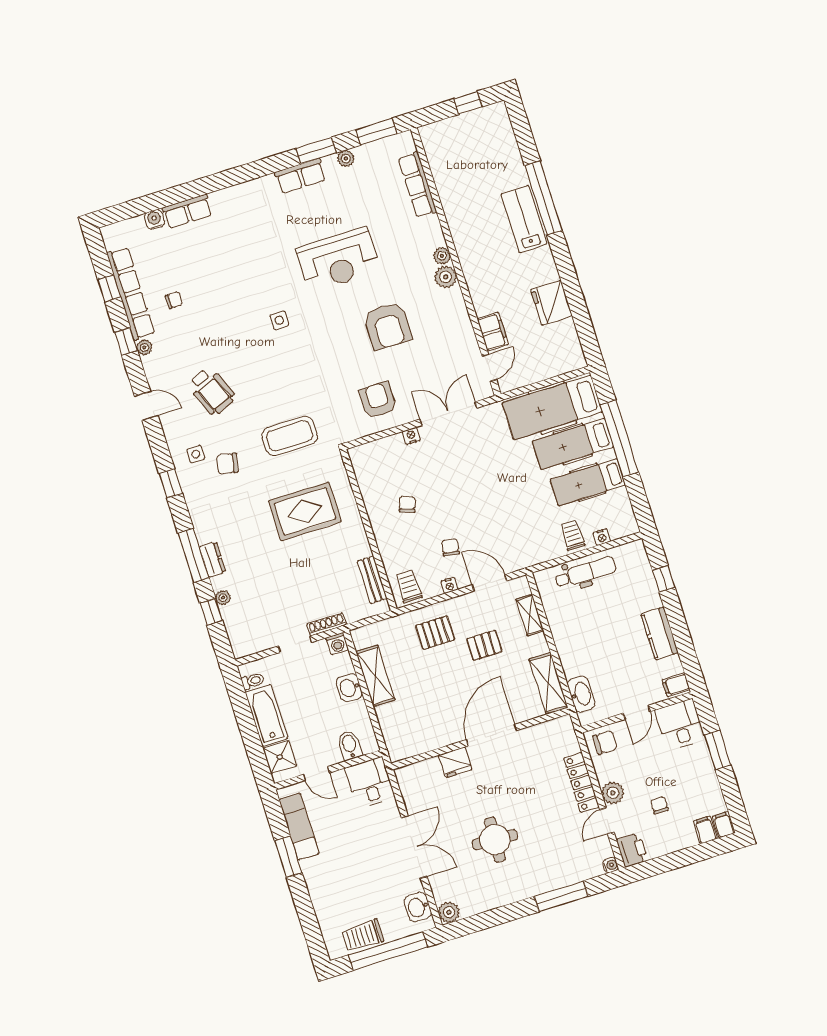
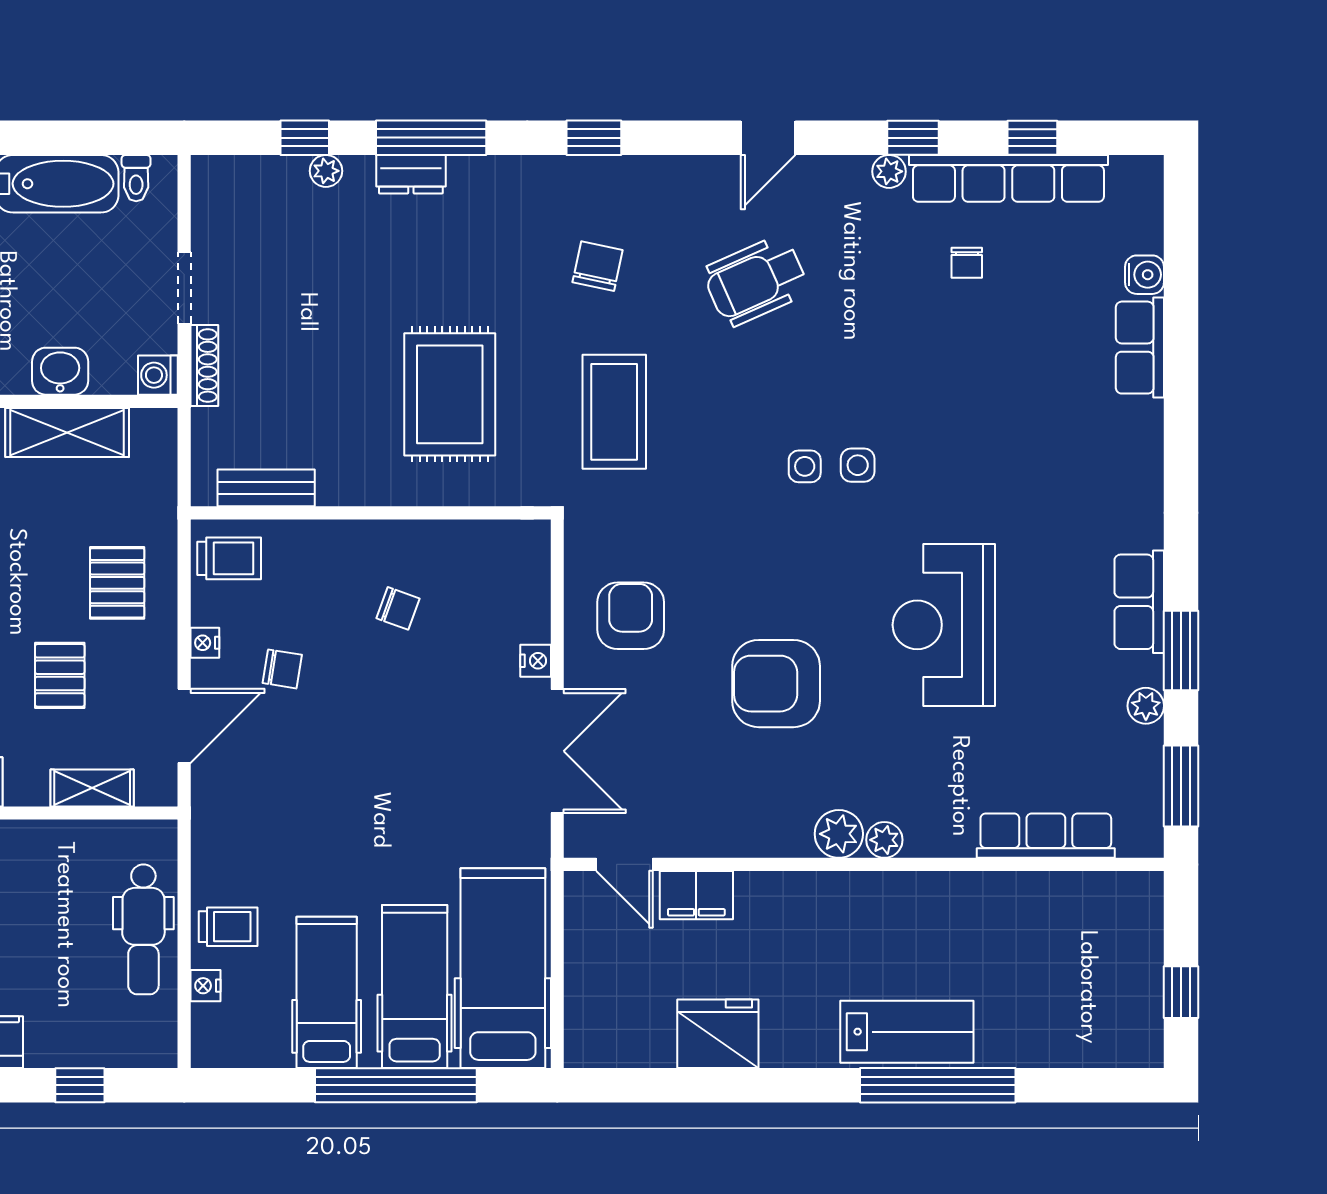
armchair: (378, 400) -> (631, 616), turned -90
side table: (196, 454) -> (805, 466), moved

